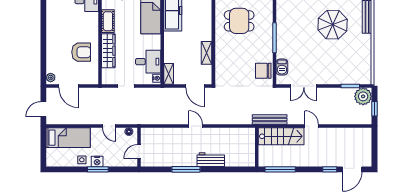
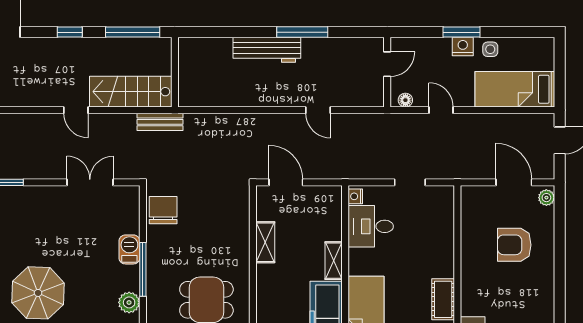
plant: (282, 19) -> (129, 302), added
wardrobe: (108, 51) -> (442, 246), removed
armchair: (81, 52) -> (514, 245), moved
barbecue: (282, 67) -> (129, 249), moved
chair: (263, 71) -> (163, 210), turned -90
shelving: (169, 74) -> (334, 261), moved
bench: (270, 120) -> (160, 122), width x0.73
door: (196, 126) -> (318, 110), moved
workbench: (211, 160) -> (267, 50), width x1.38
window: (330, 169) -> (70, 32), moved

